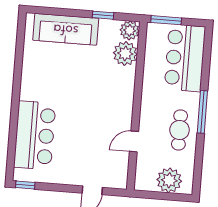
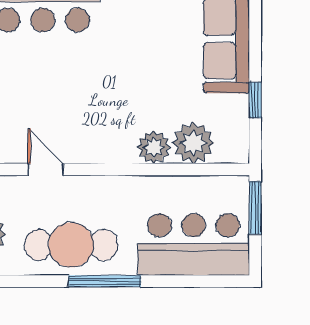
plant: (130, 30) -> (154, 147), moved
cafe table: (180, 130) -> (71, 245), width x1.37, depth x1.35

